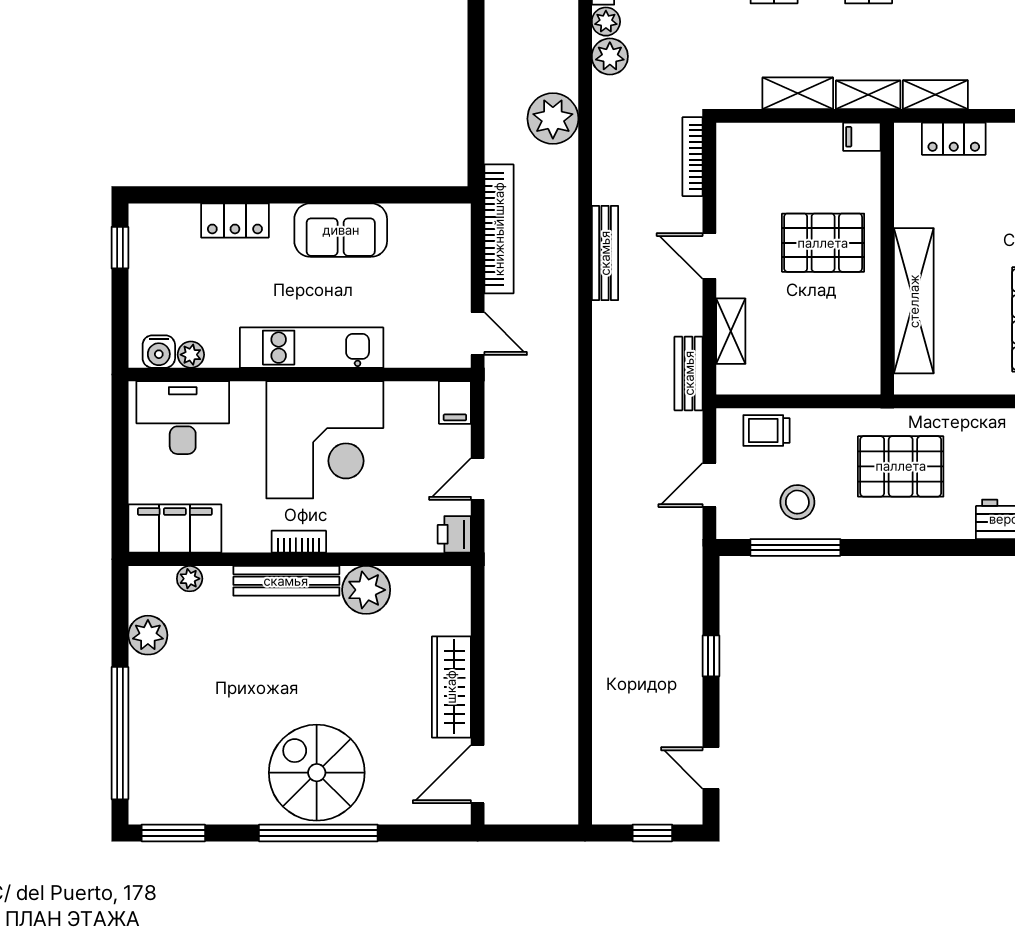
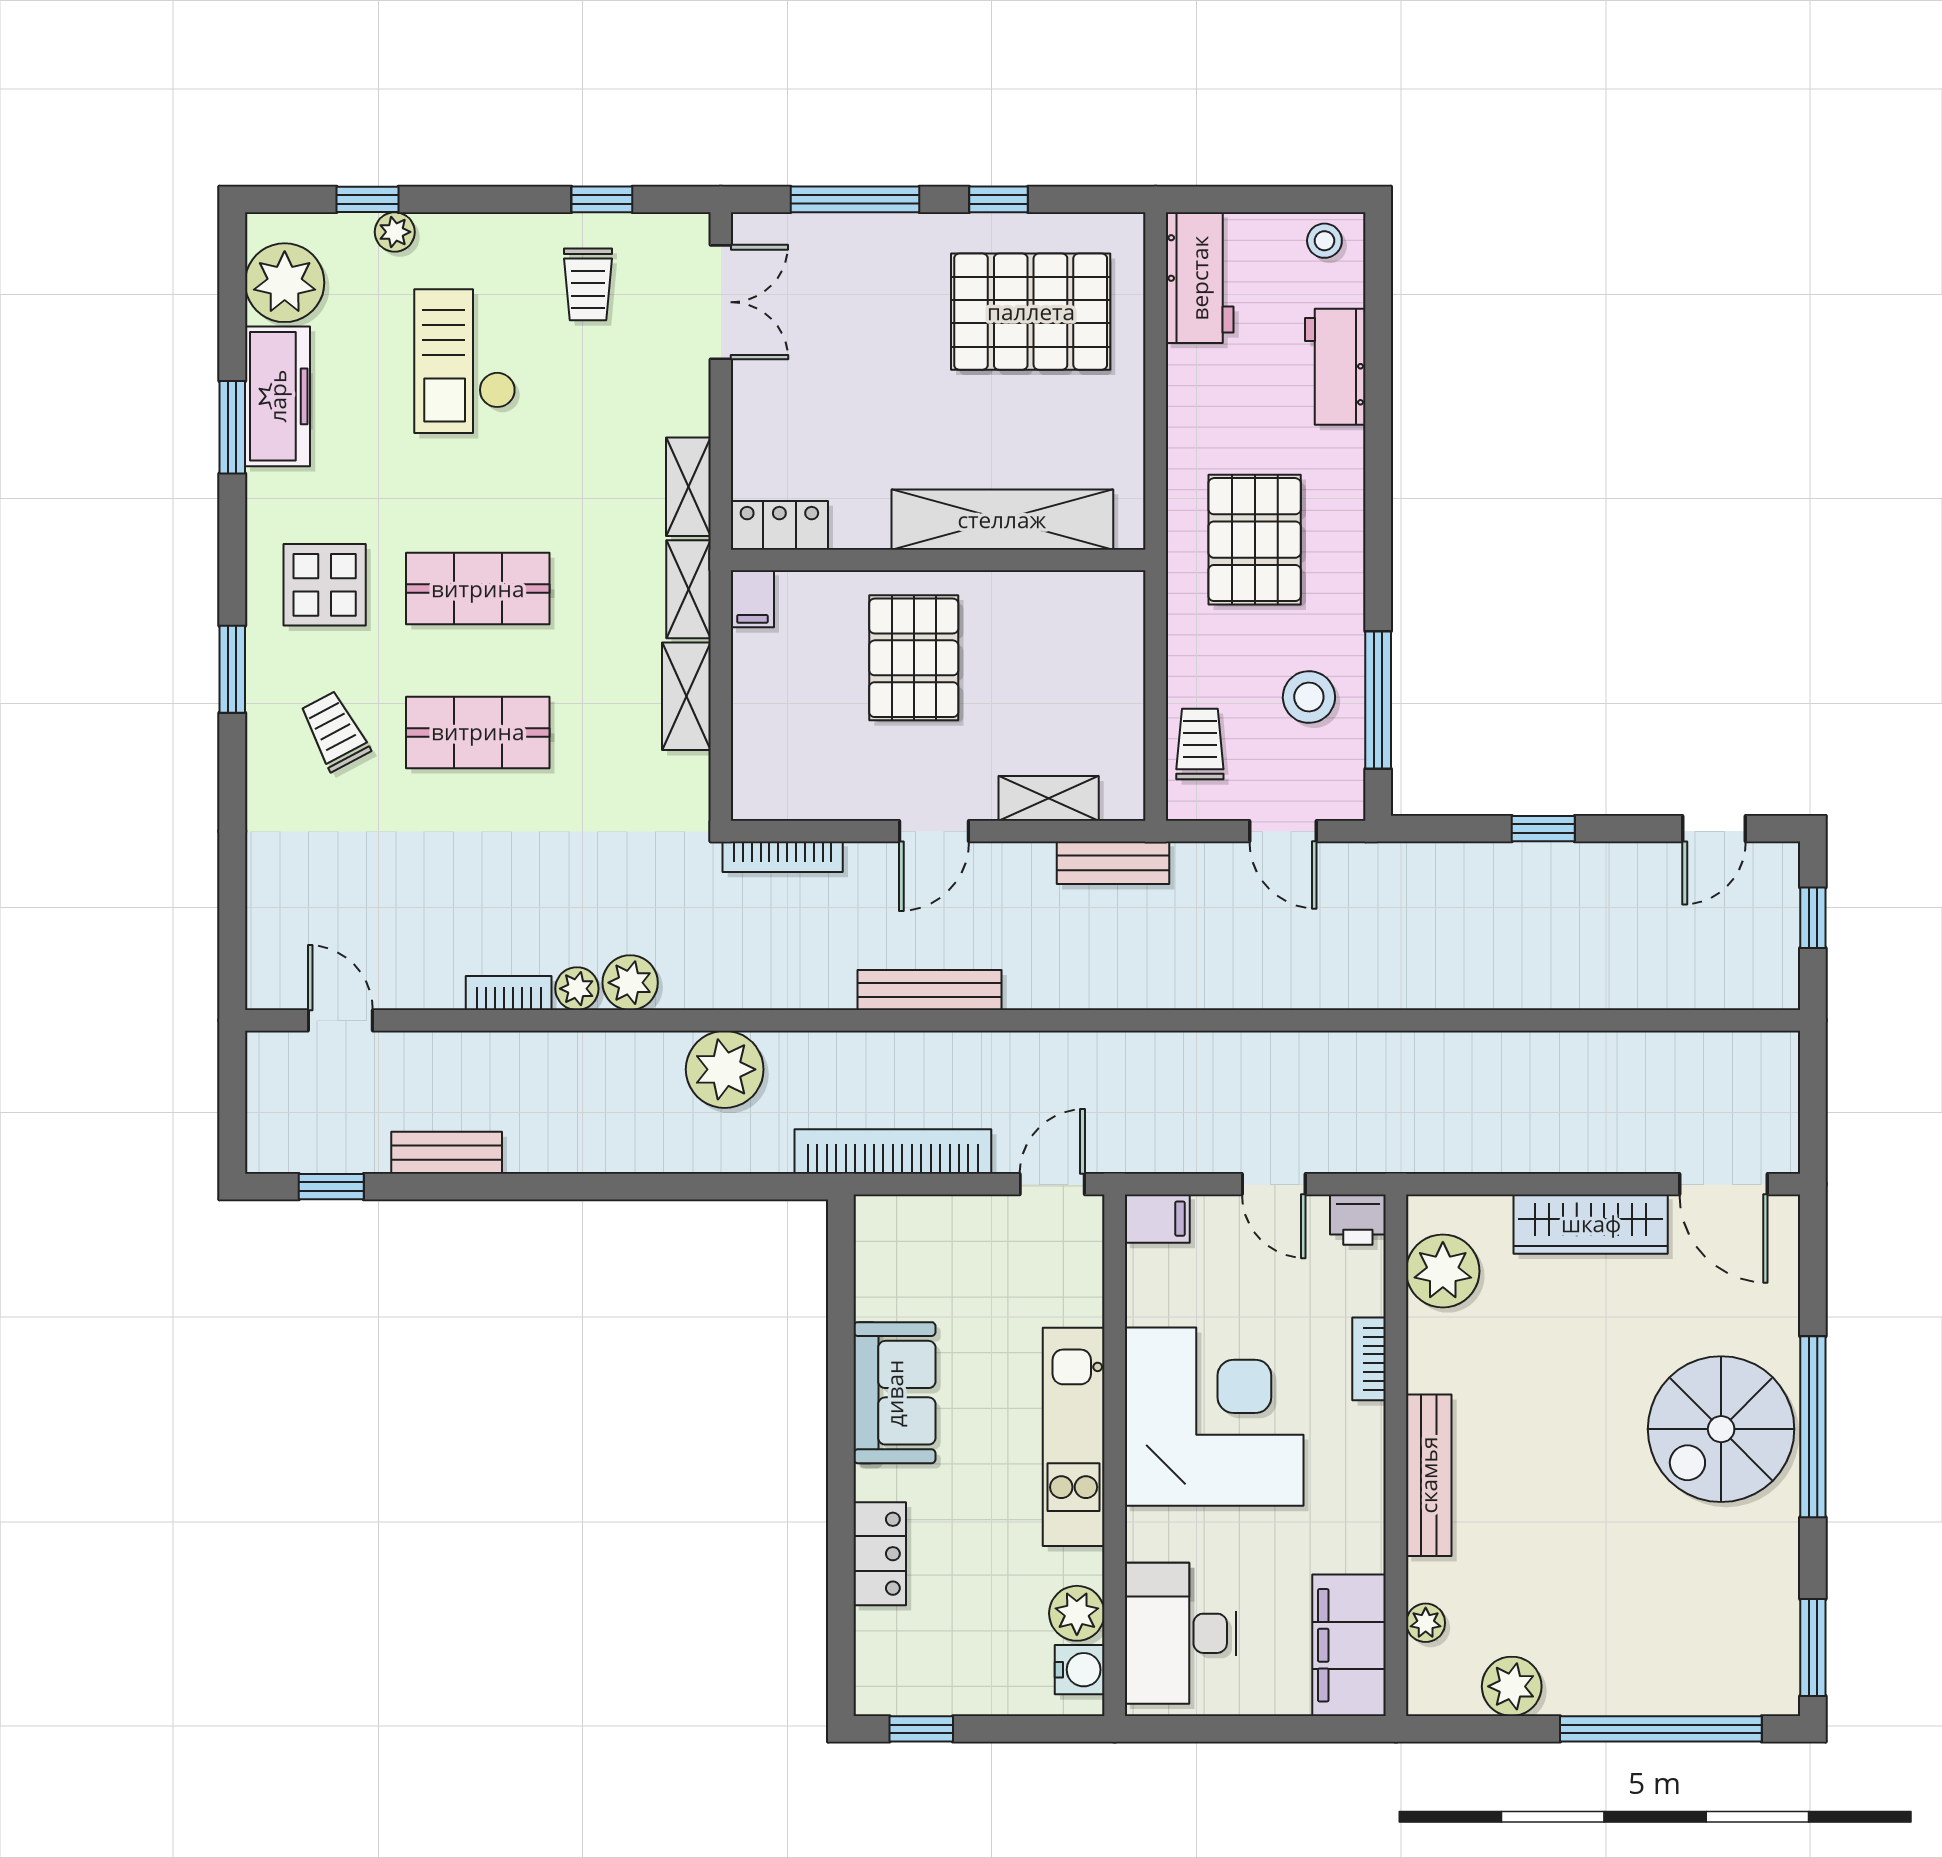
locker: (954, 139) -> (779, 525), moved, turned -90
plant: (191, 355) -> (1077, 1613), width x1.38, depth x1.38
trolley: (766, 430) -> (1200, 744), turned 180
bookcase: (299, 542) -> (1369, 1359), moved
plant: (366, 590) -> (1443, 1271), moved

